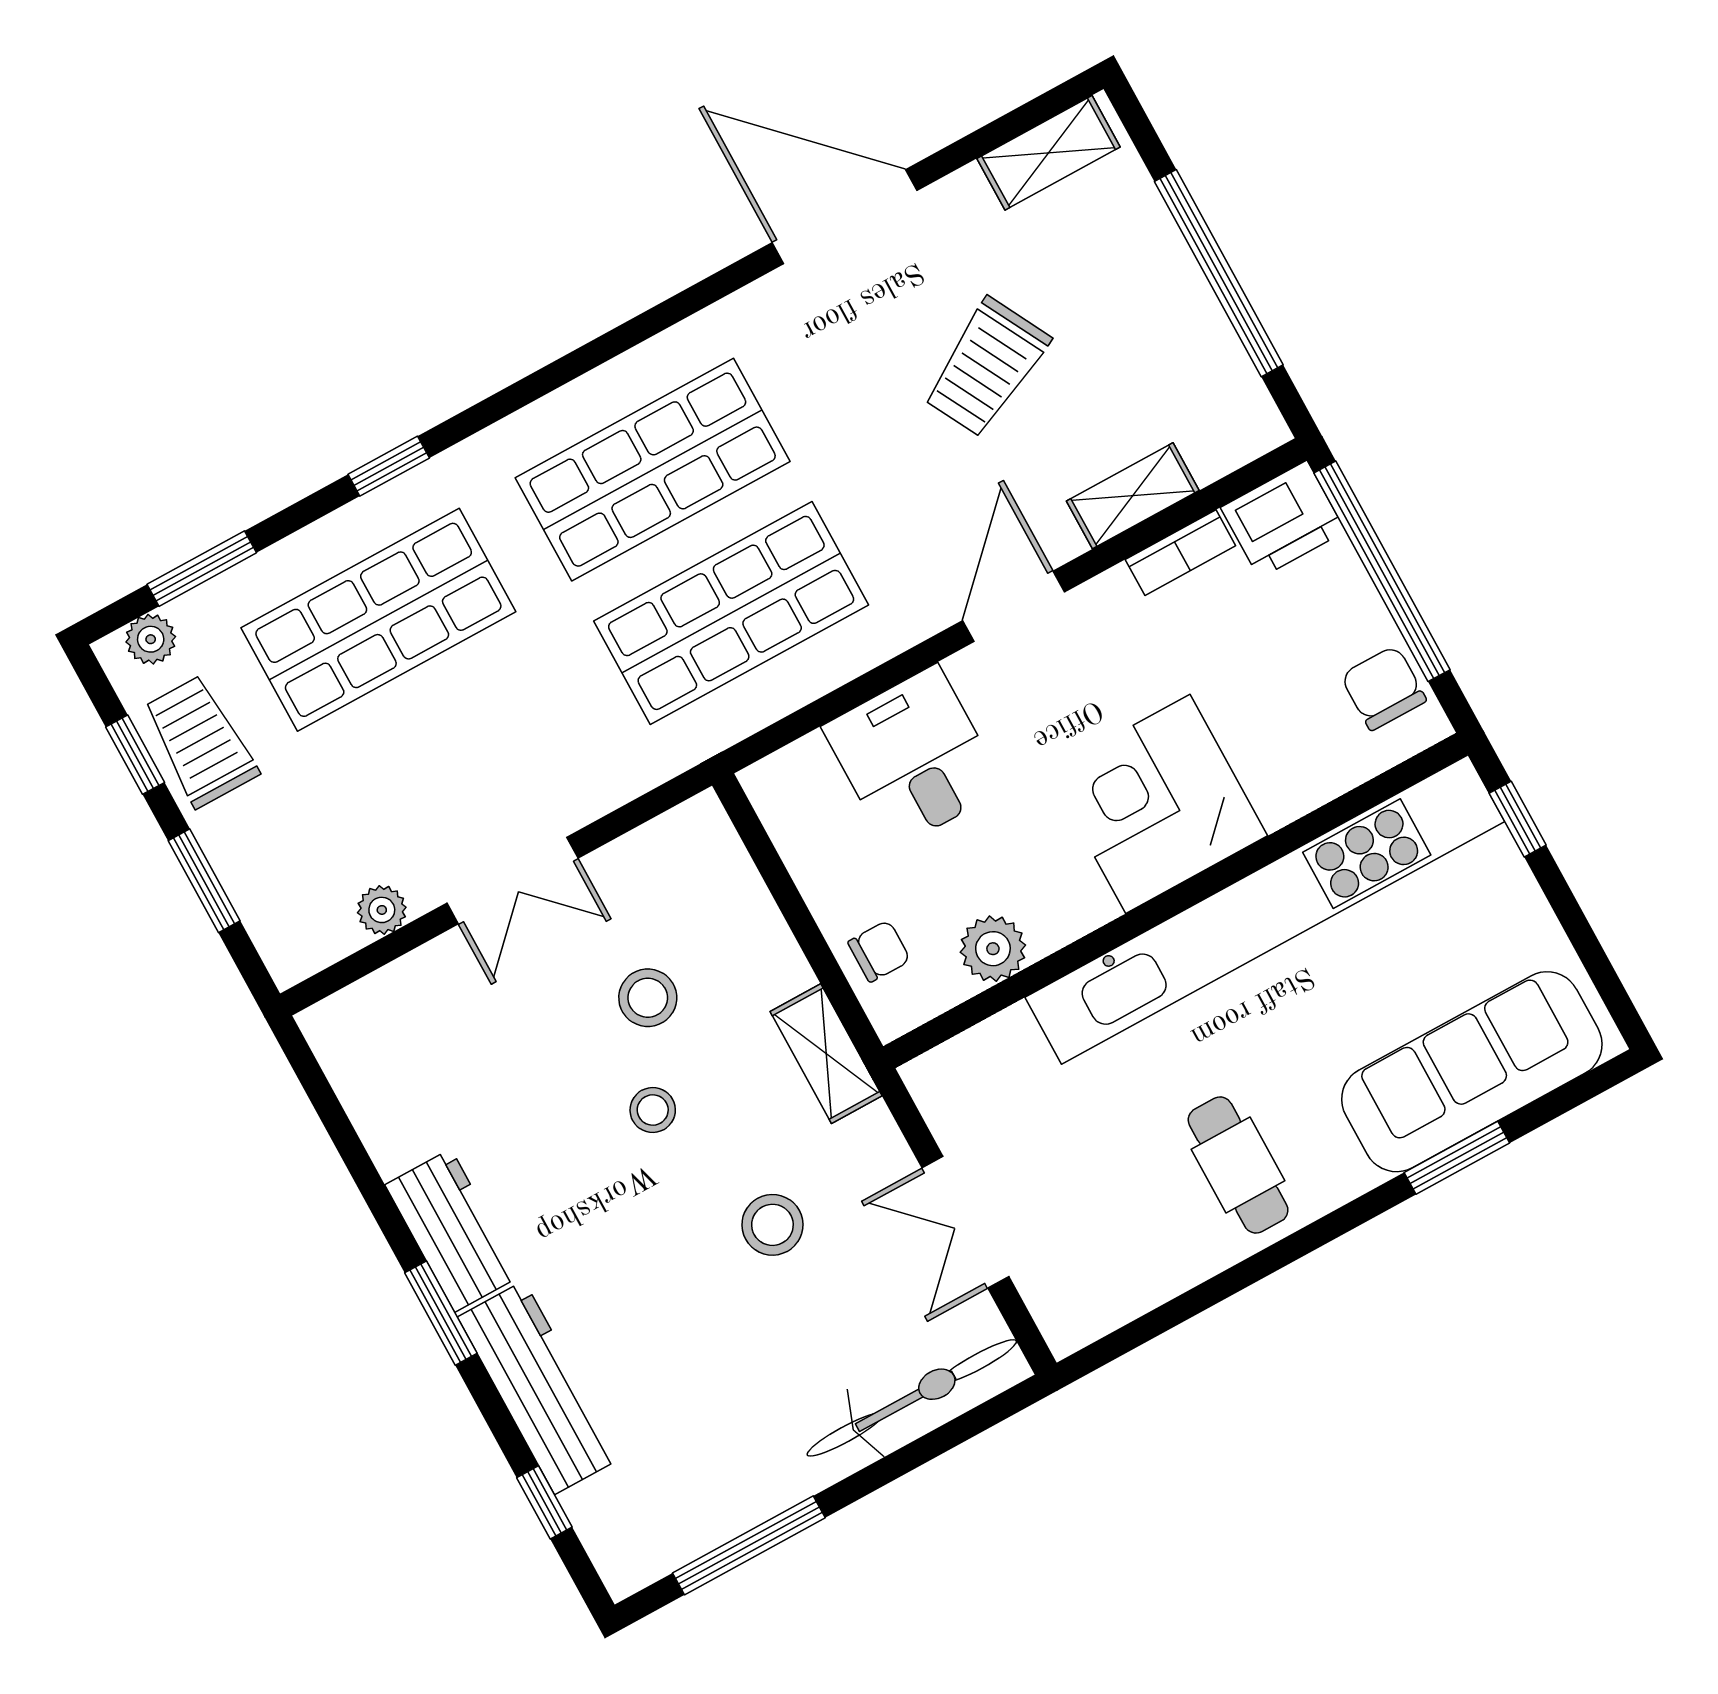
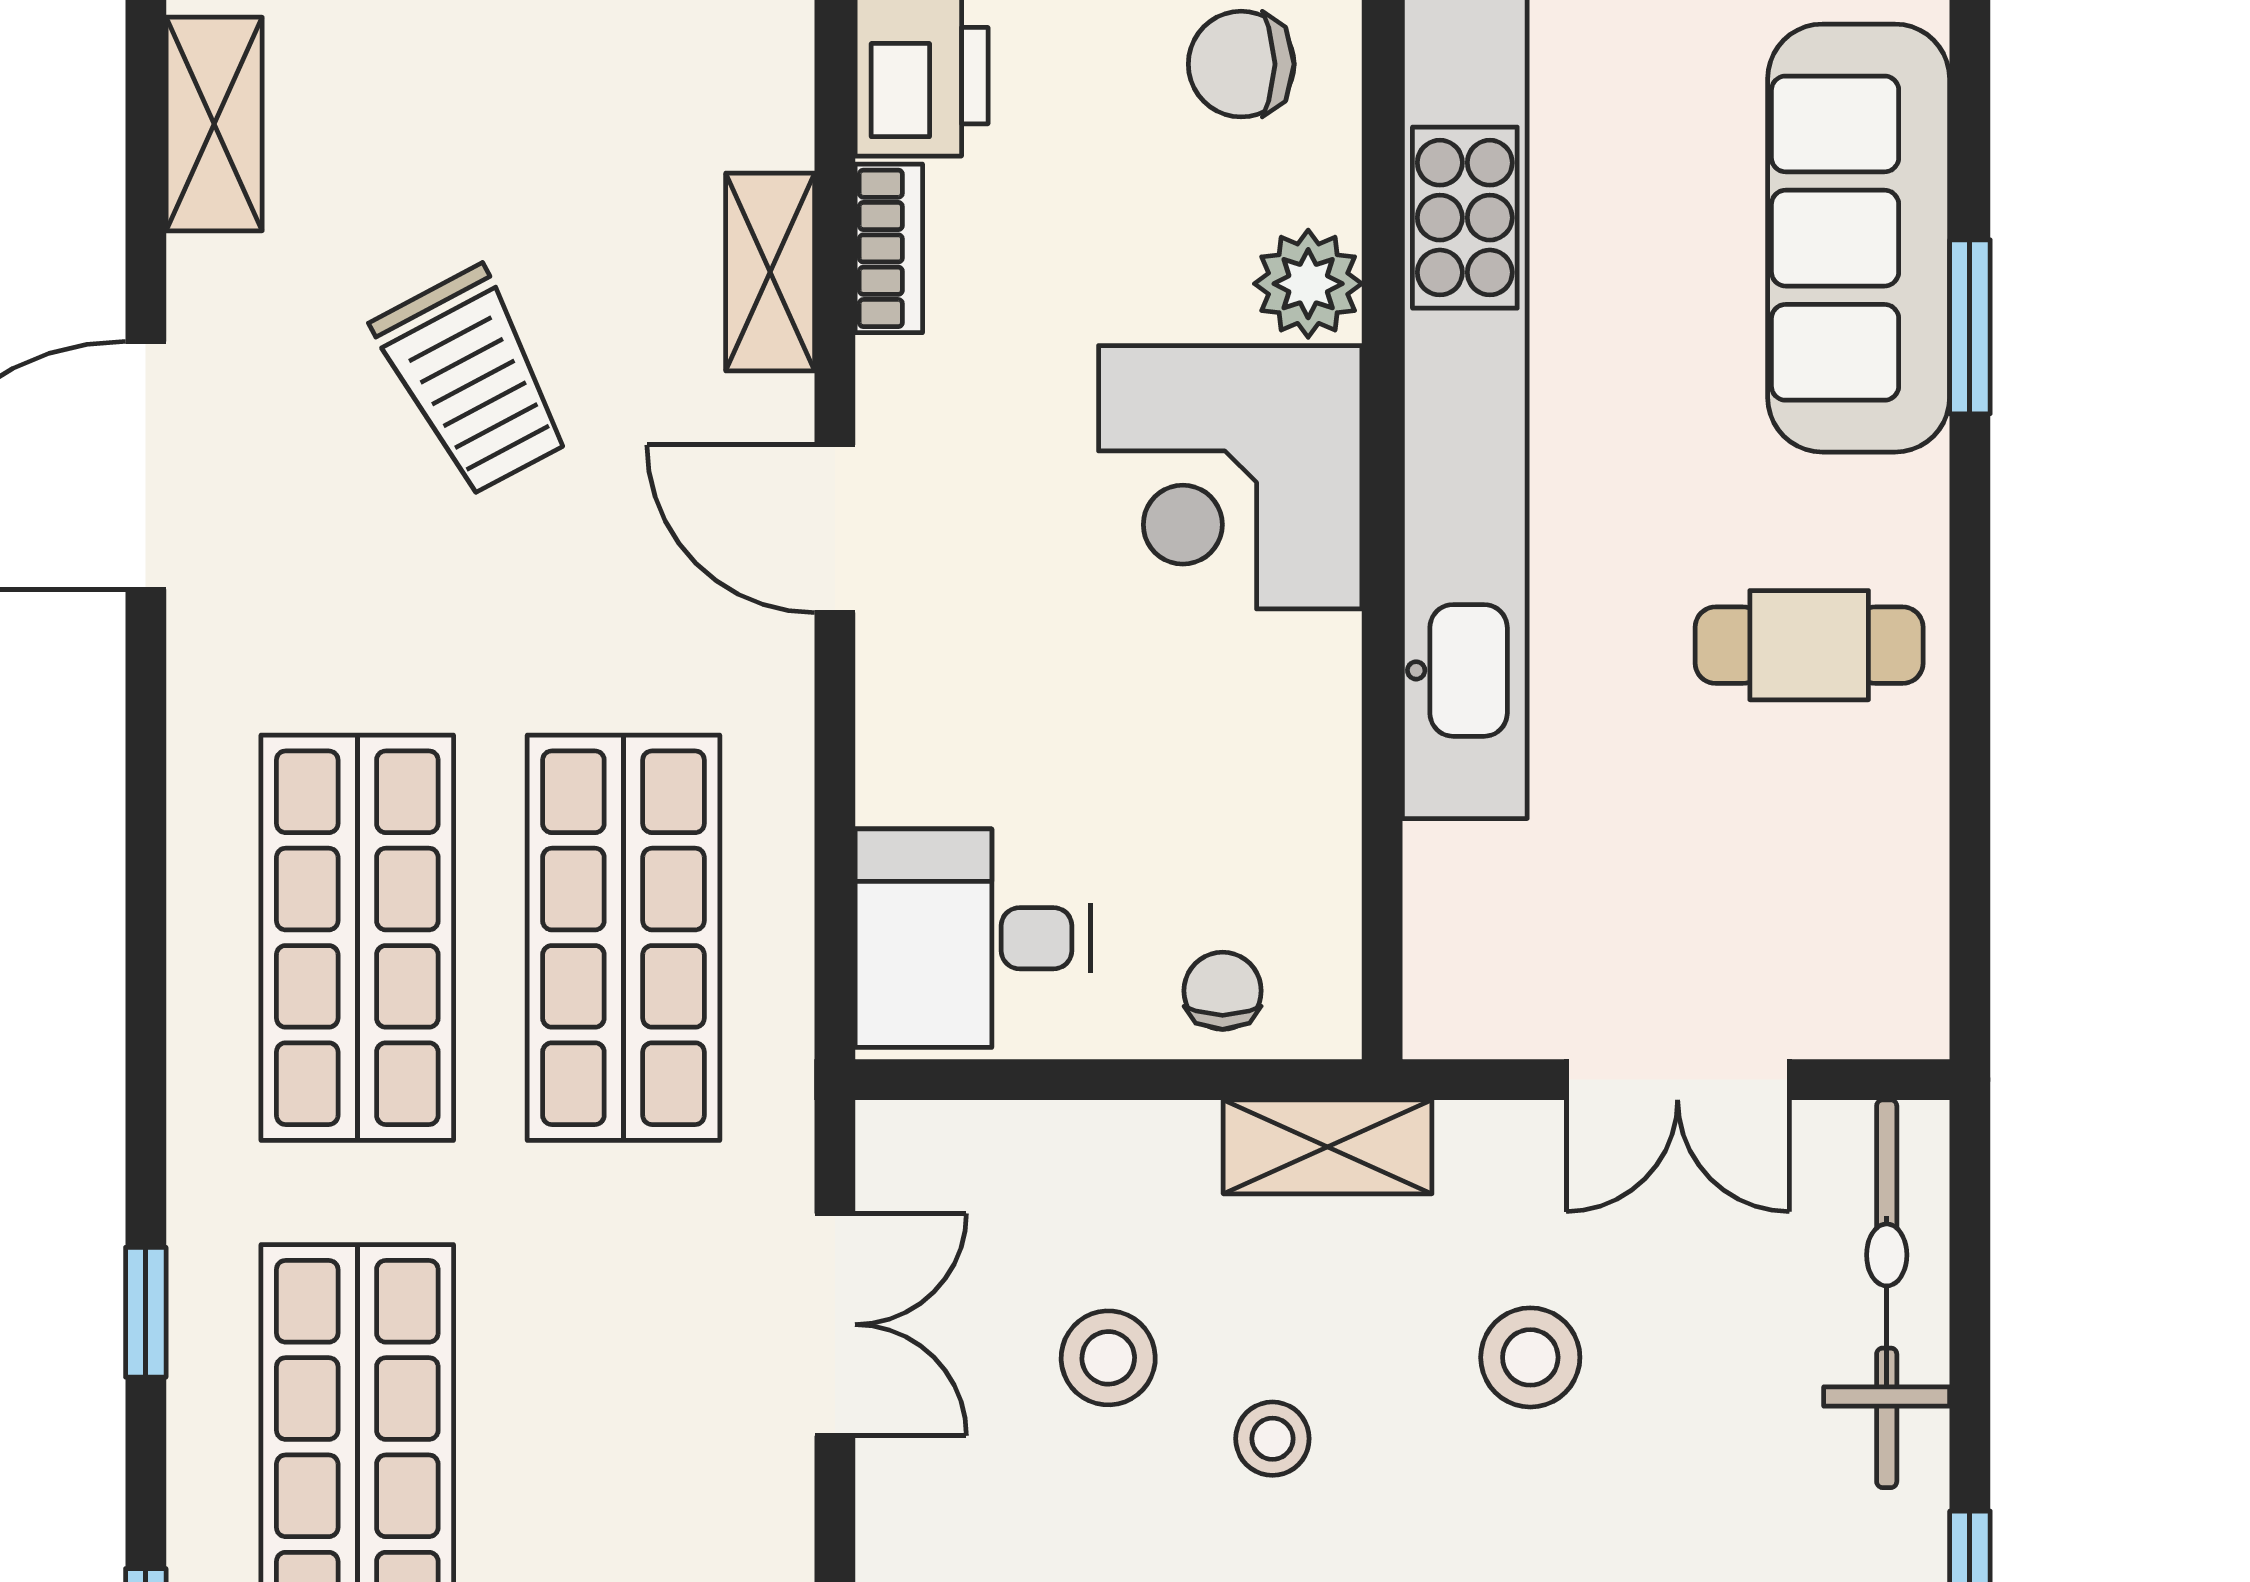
desk: (914, 758) -> (973, 938), moved
double door: (512, 881) -> (835, 1325), moved
plant: (993, 949) -> (1308, 284), moved

